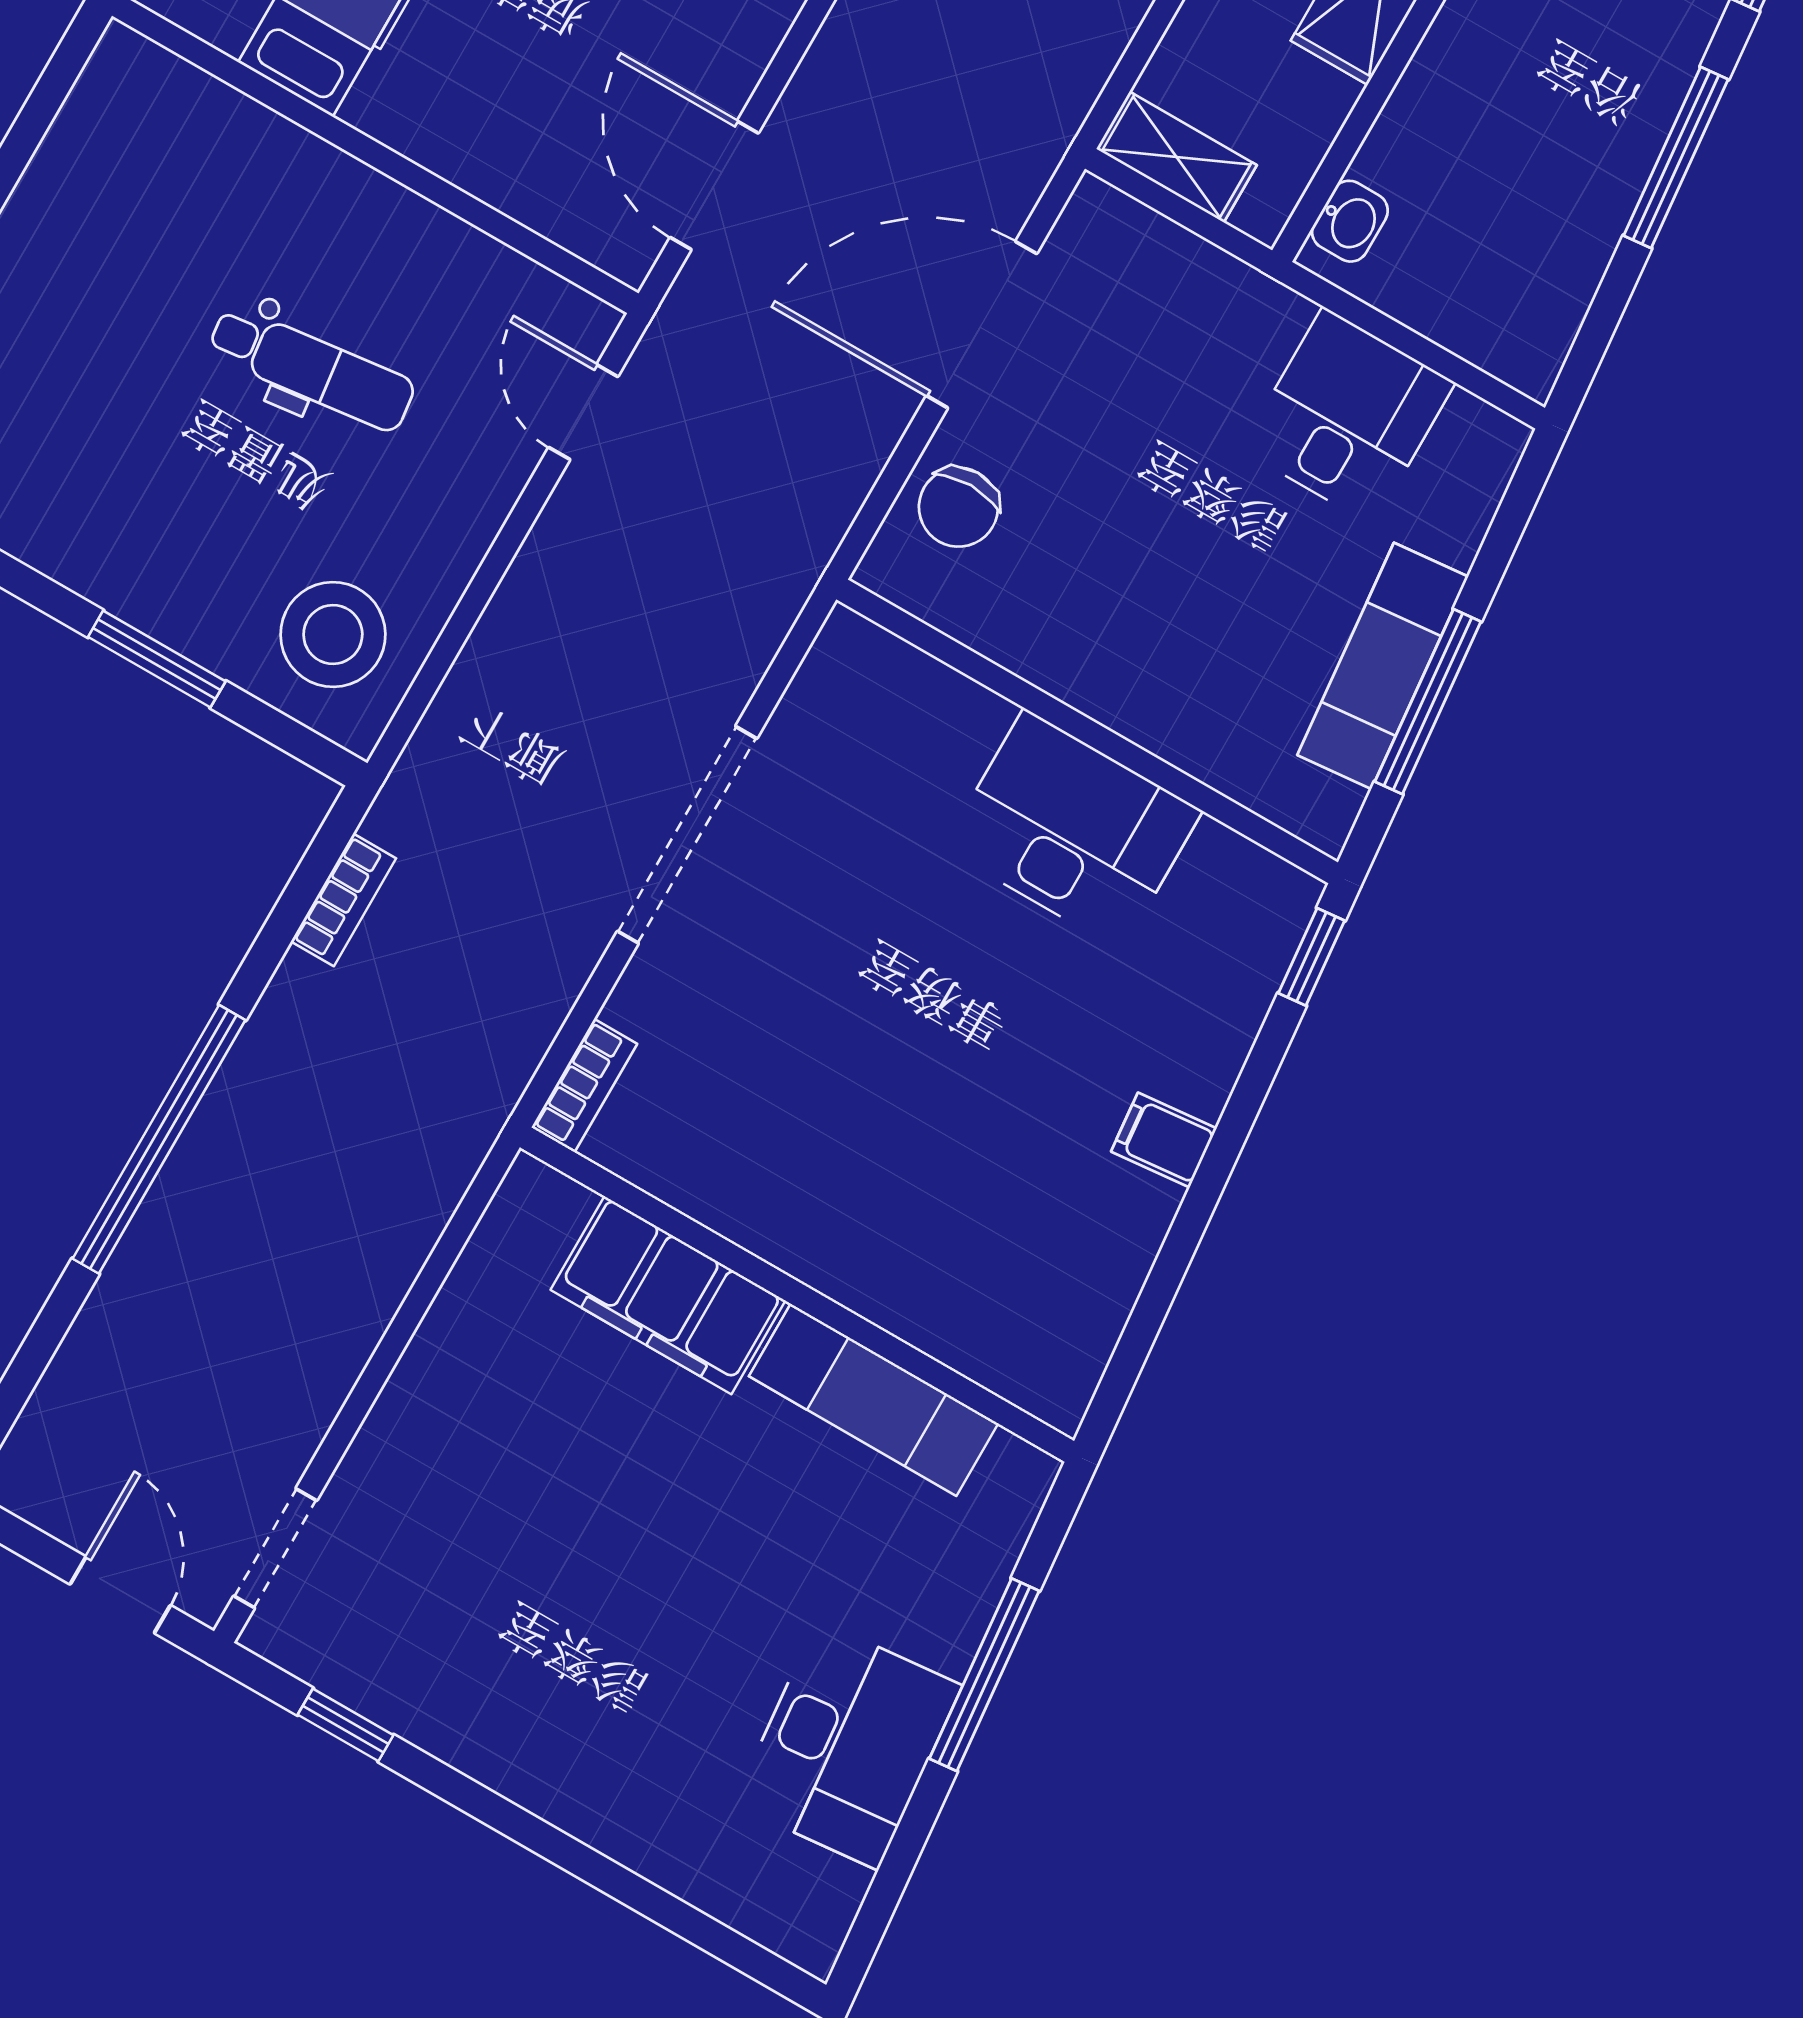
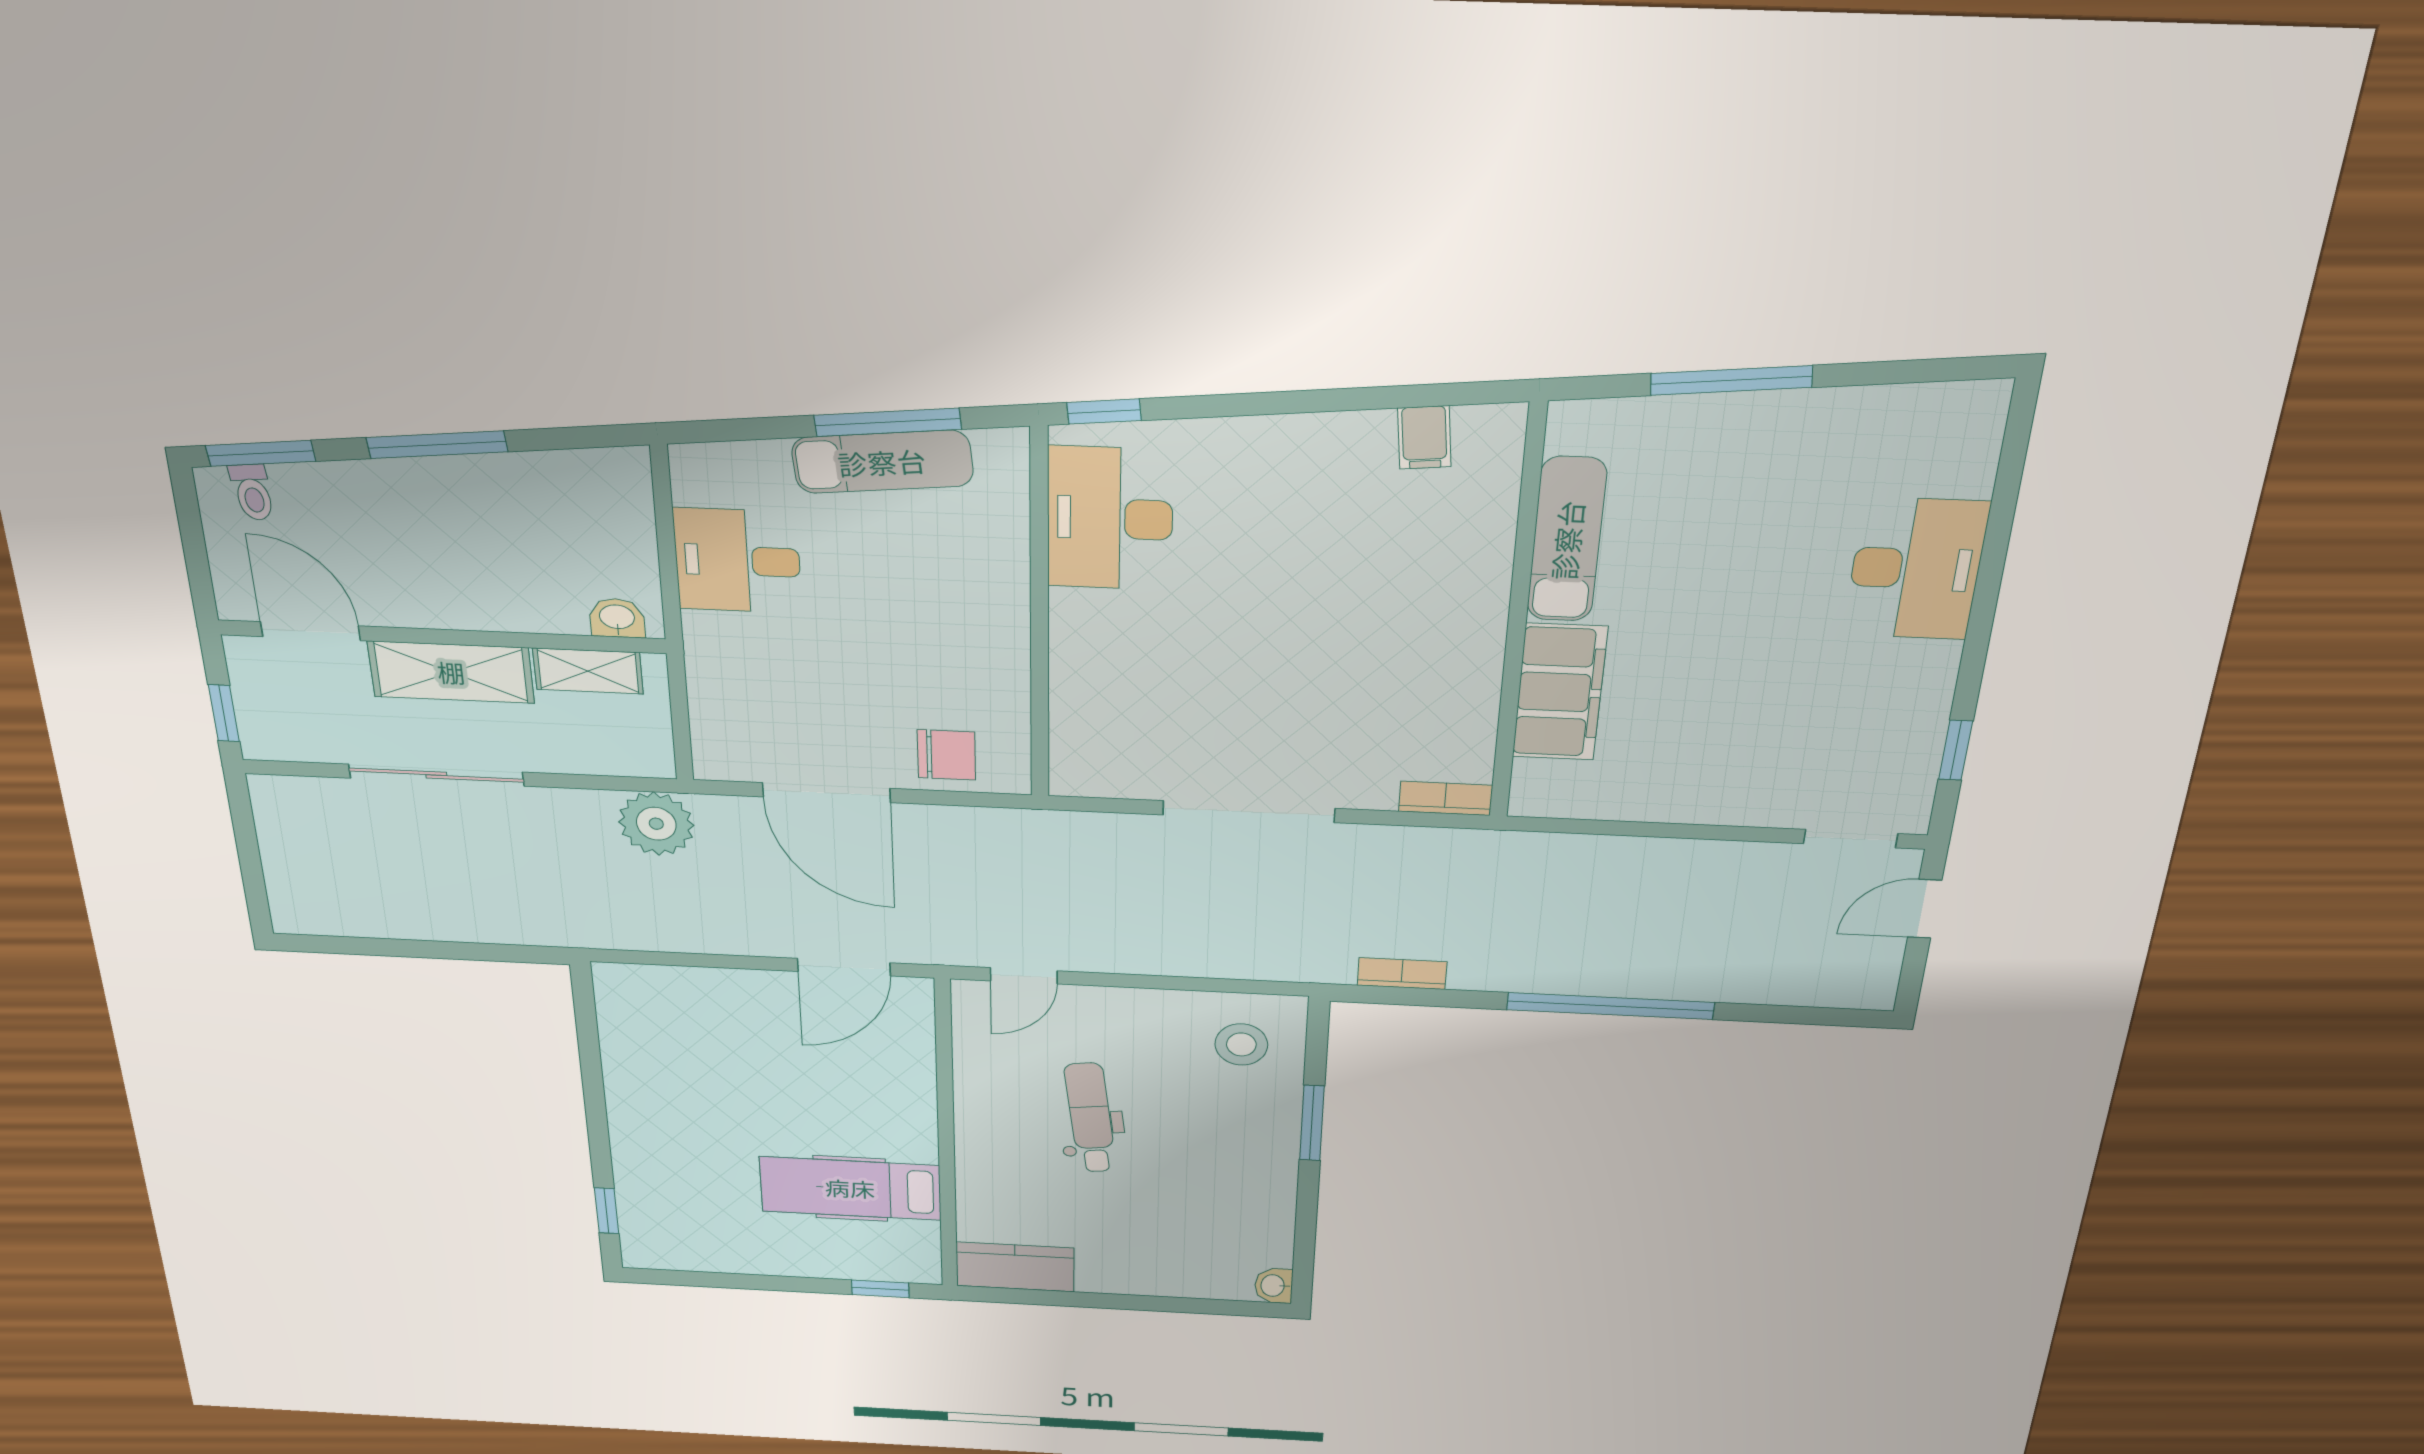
plant: (1047, 80) -> (656, 824), added
kitchen counter: (106, 117) -> (1015, 1267), added
shelving: (1177, 157) -> (588, 671), moved, turned 90
stool: (333, 635) -> (1241, 1044), width x0.73, depth x0.73
desk: (1073, 830) -> (1110, 518), moved
filing cabinet: (1164, 1140) -> (1424, 437), moved
desk: (848, 1745) -> (1916, 569), moved, turned 95

